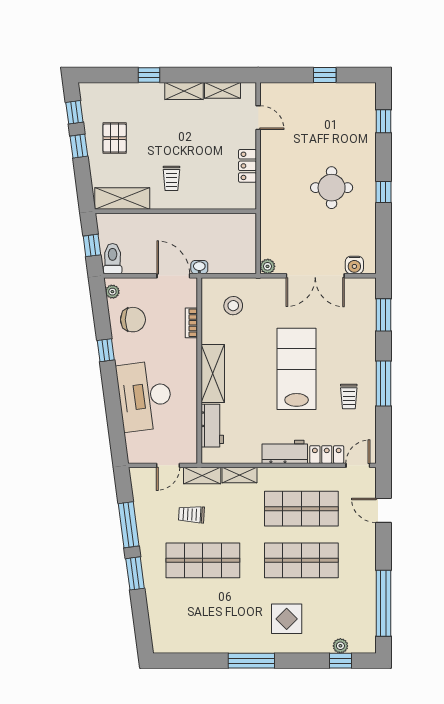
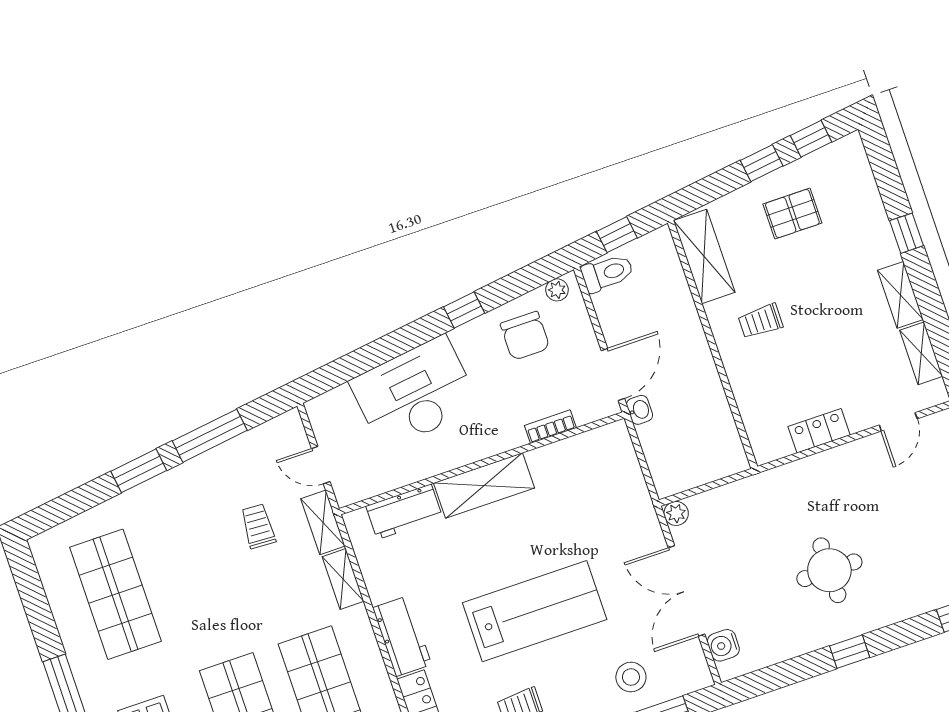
stool: (233, 306) -> (631, 677), moved
shop shelf: (203, 560) -> (115, 594), moved

